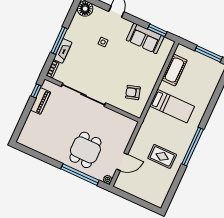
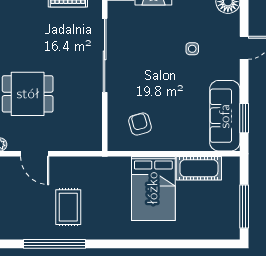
sofa: (145, 38) -> (225, 116), width x1.36
bed: (172, 106) -> (153, 188), width x1.50
window: (193, 147) -> (54, 244), moved

